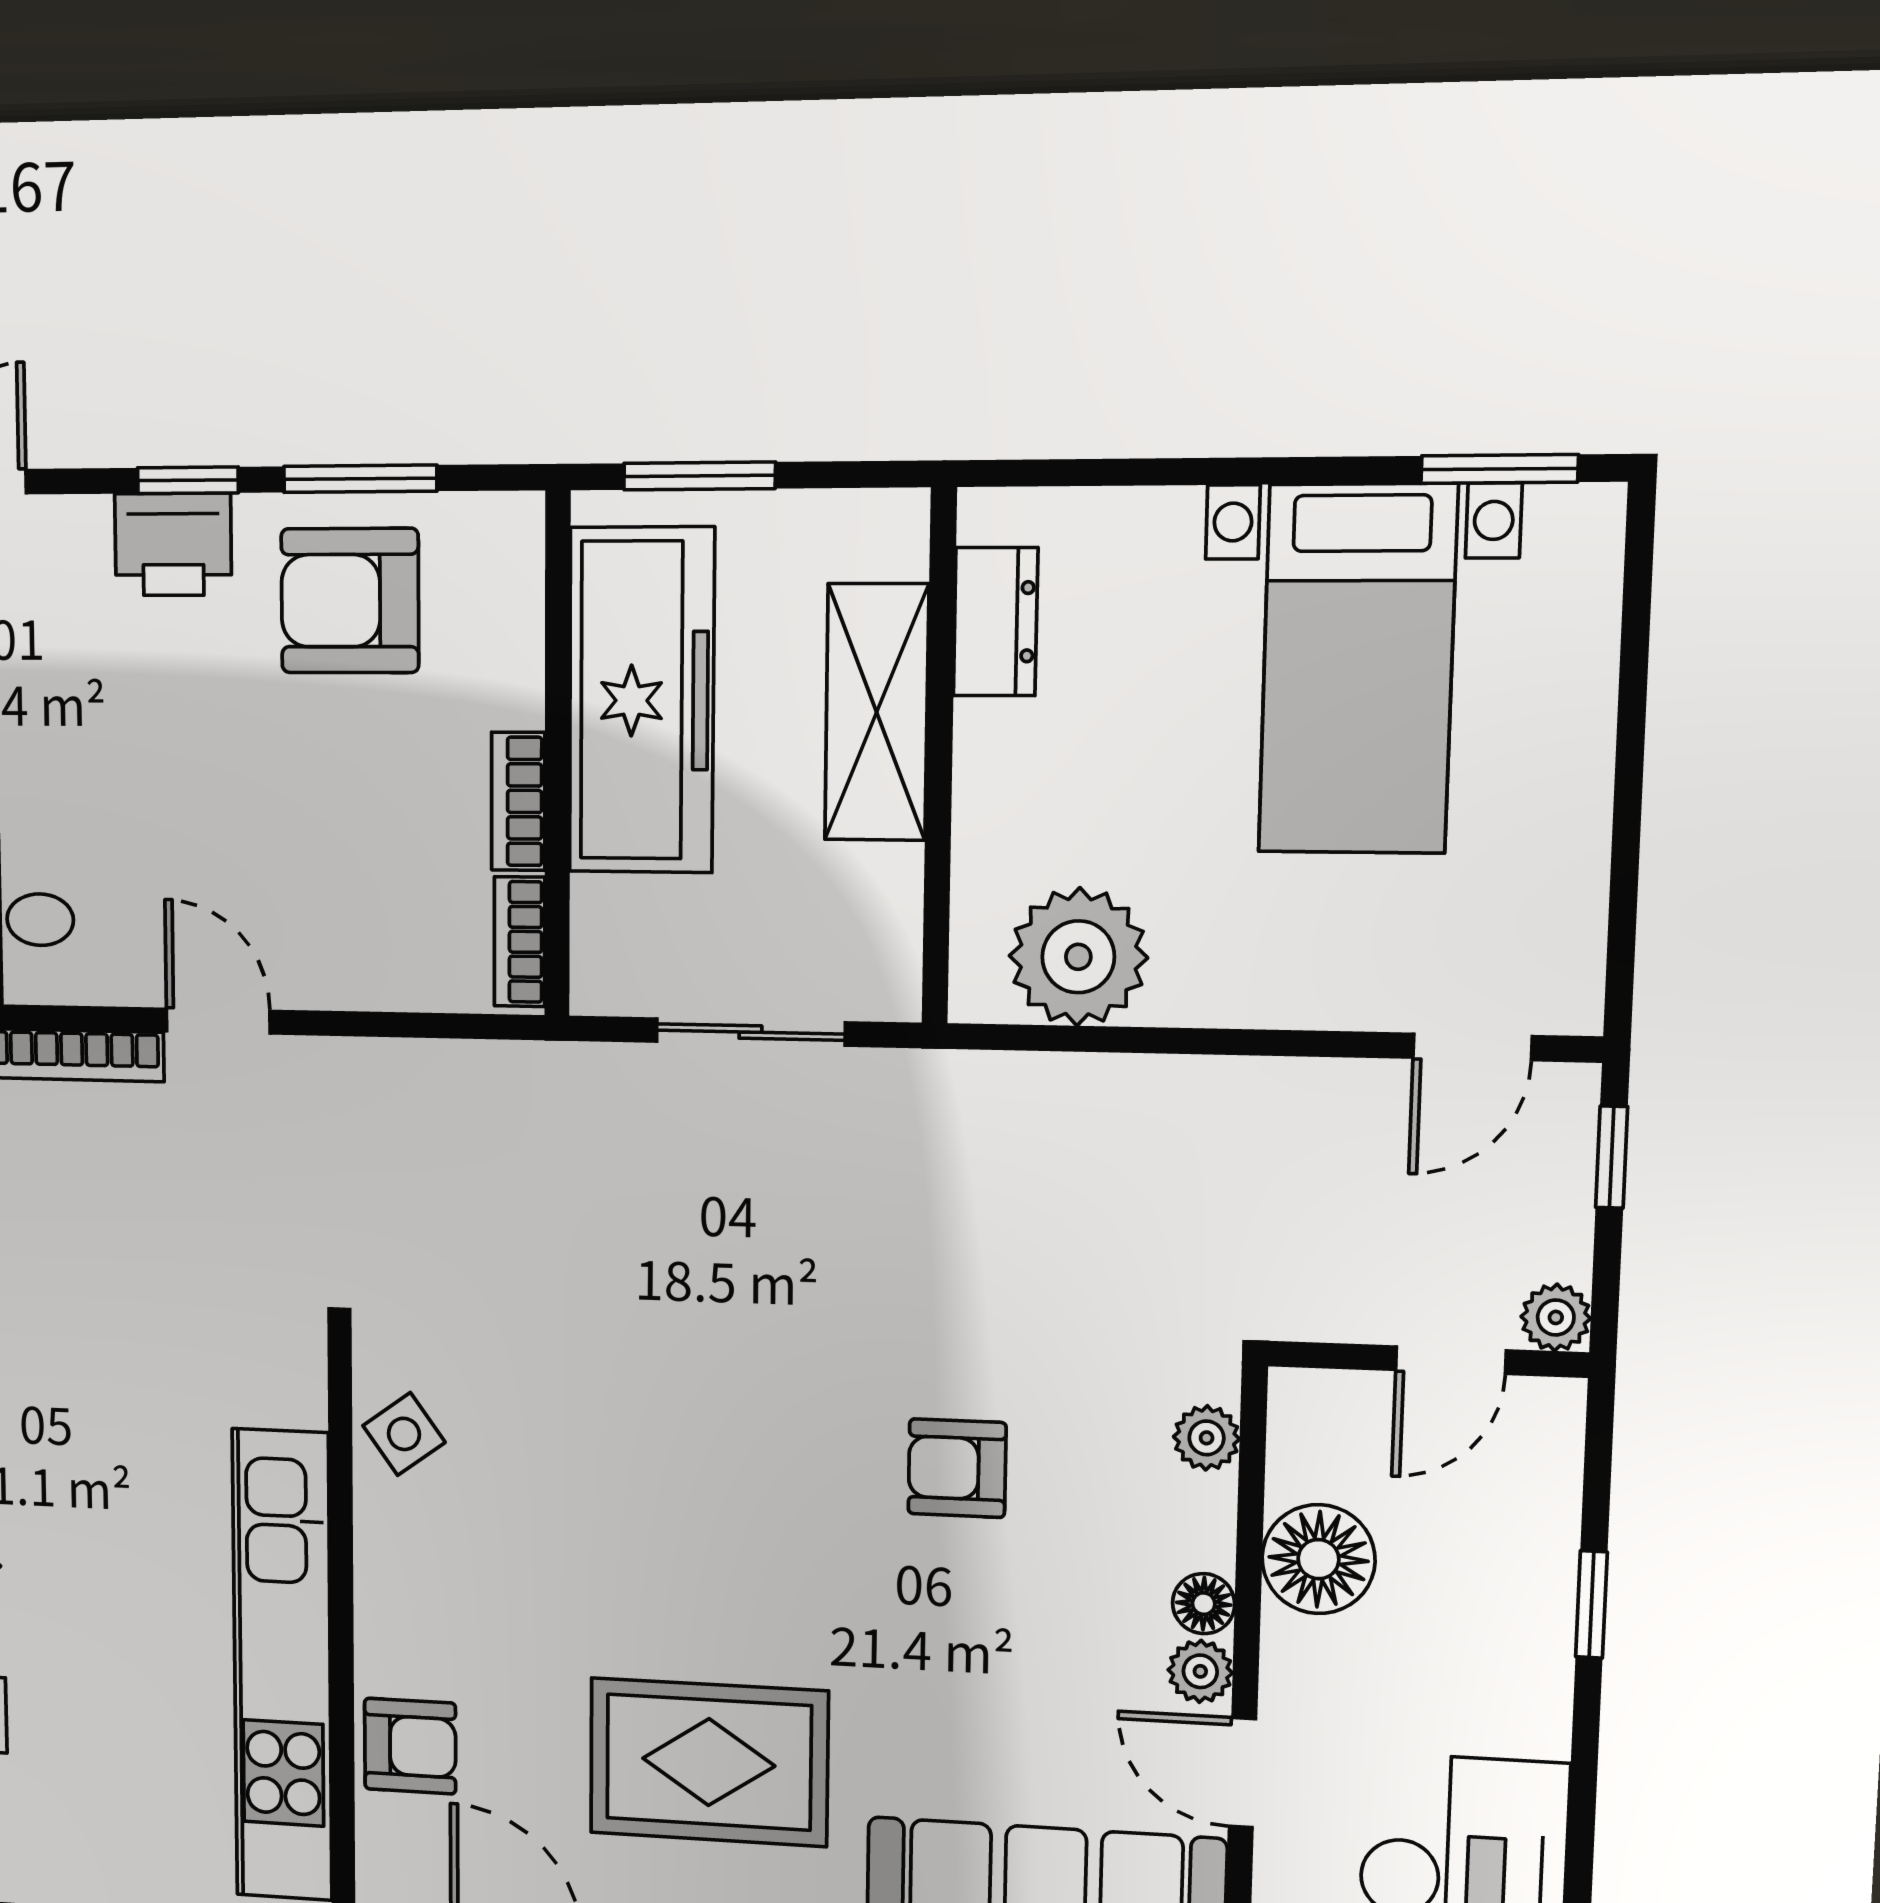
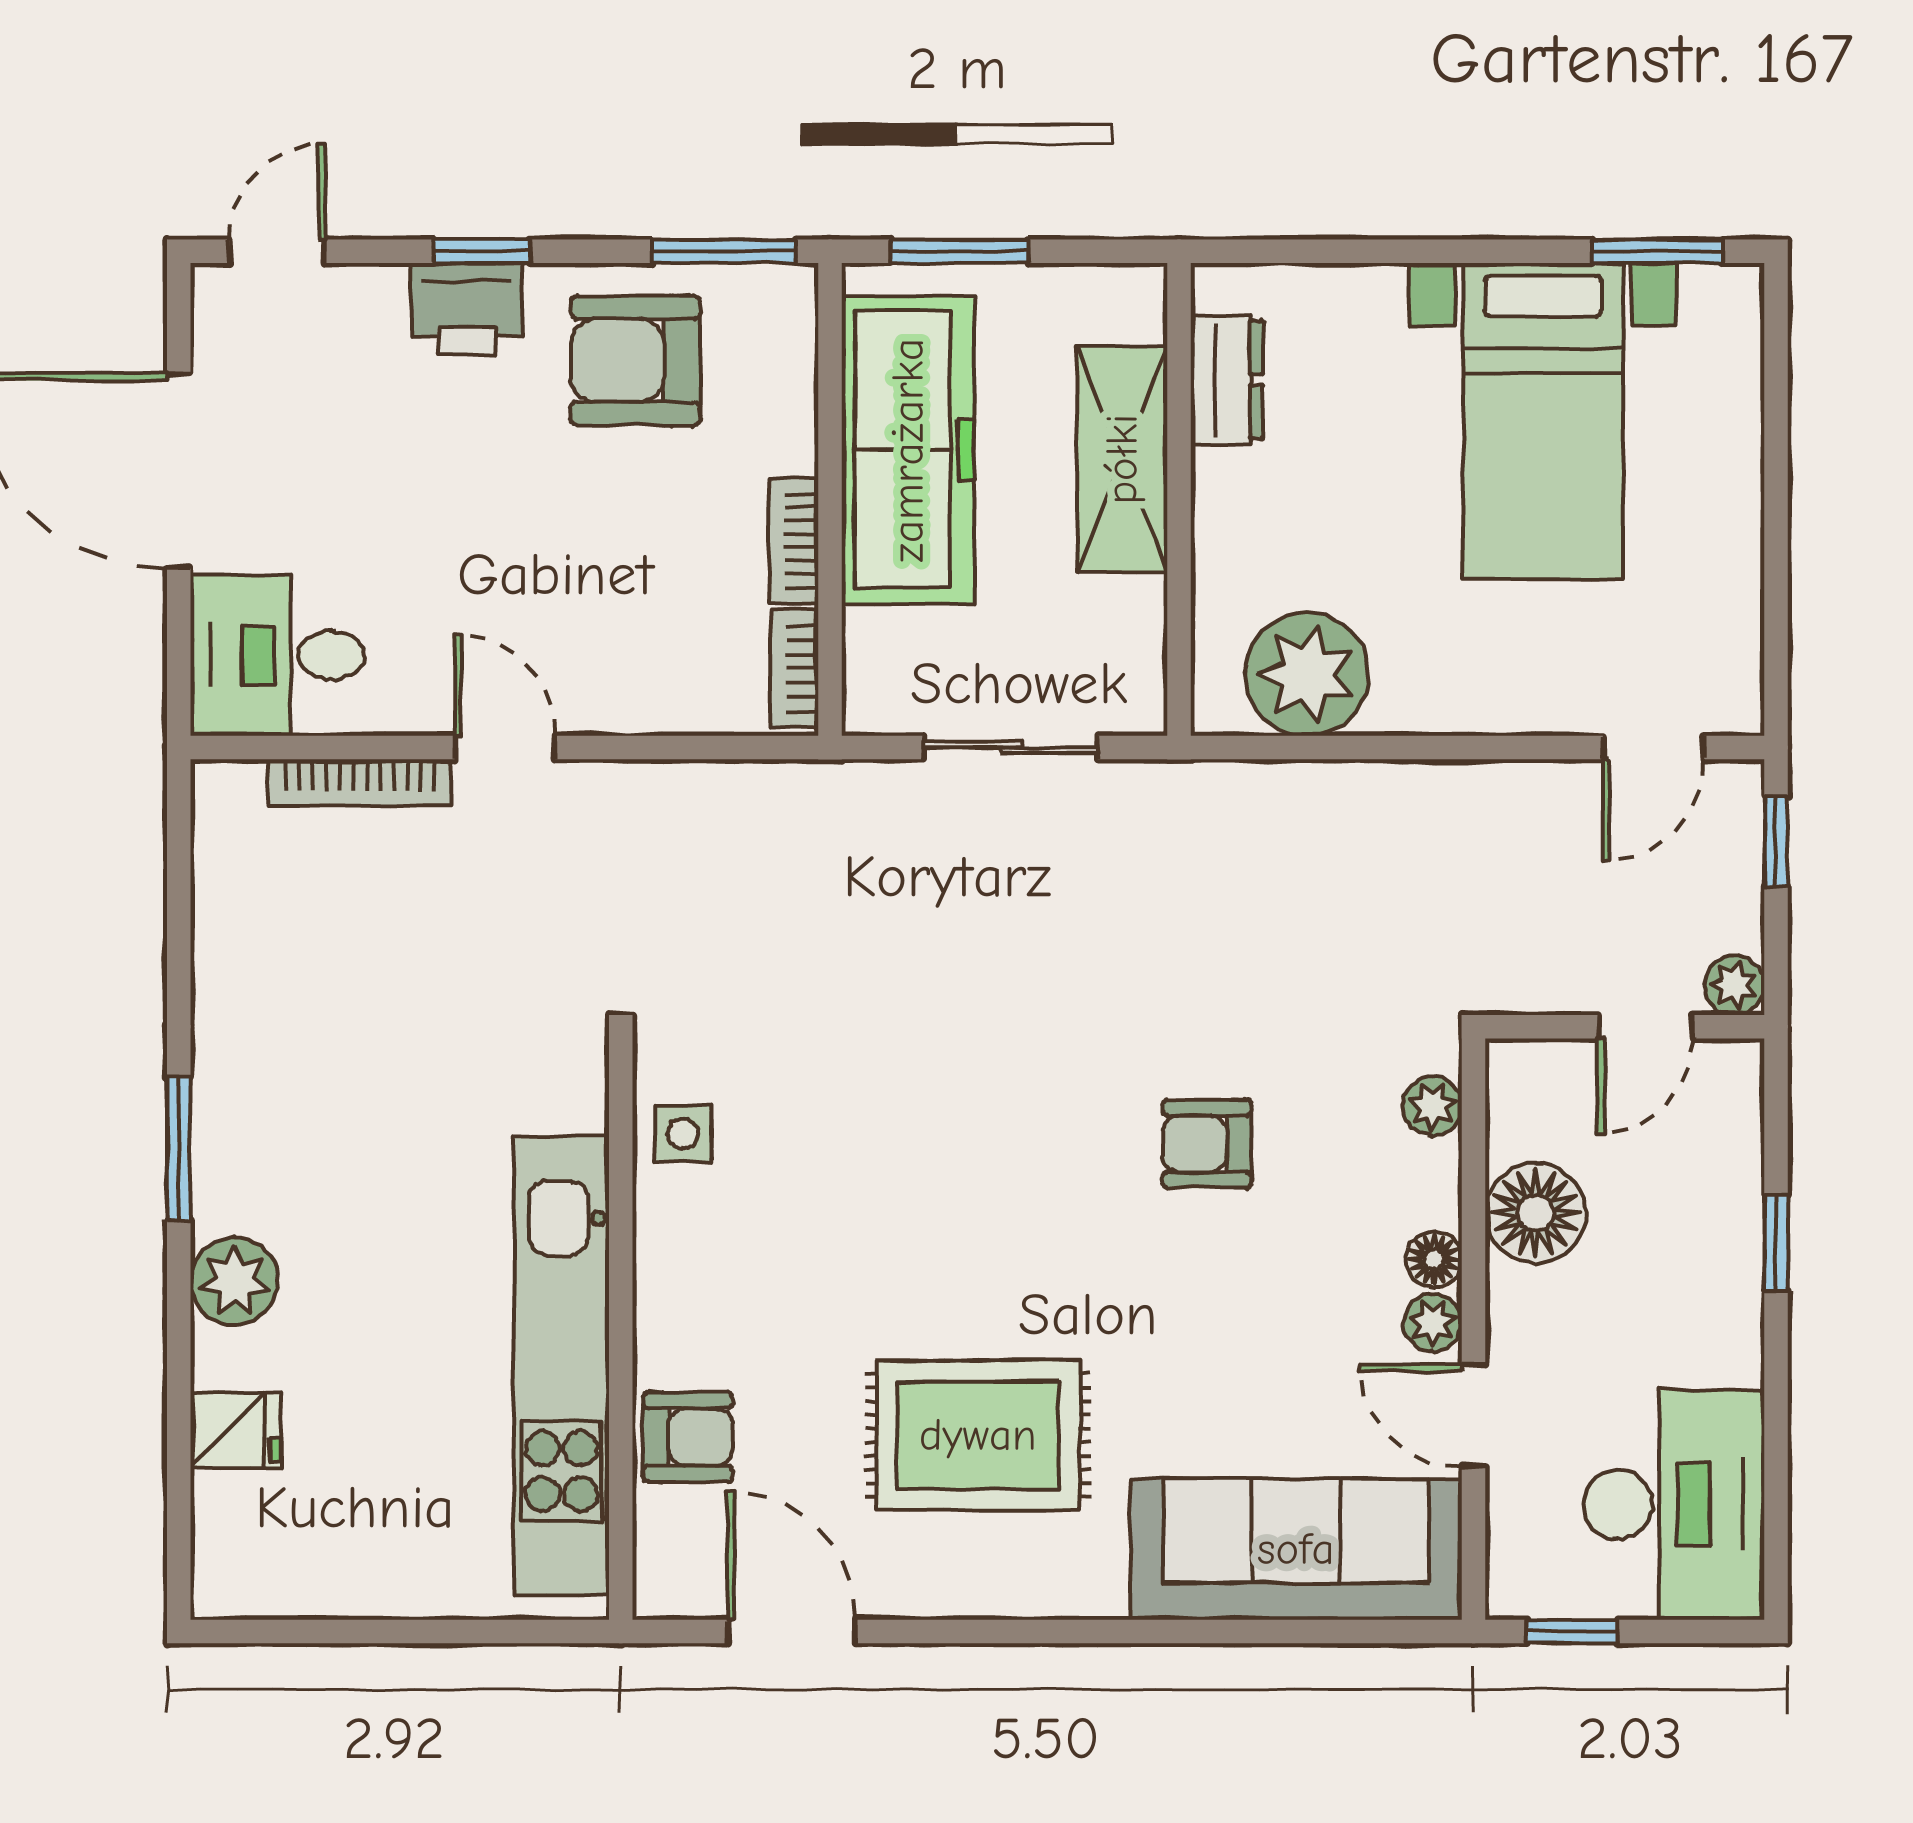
window: (360, 479) -> (723, 251), moved
side table: (404, 1434) -> (683, 1134), turned 36

